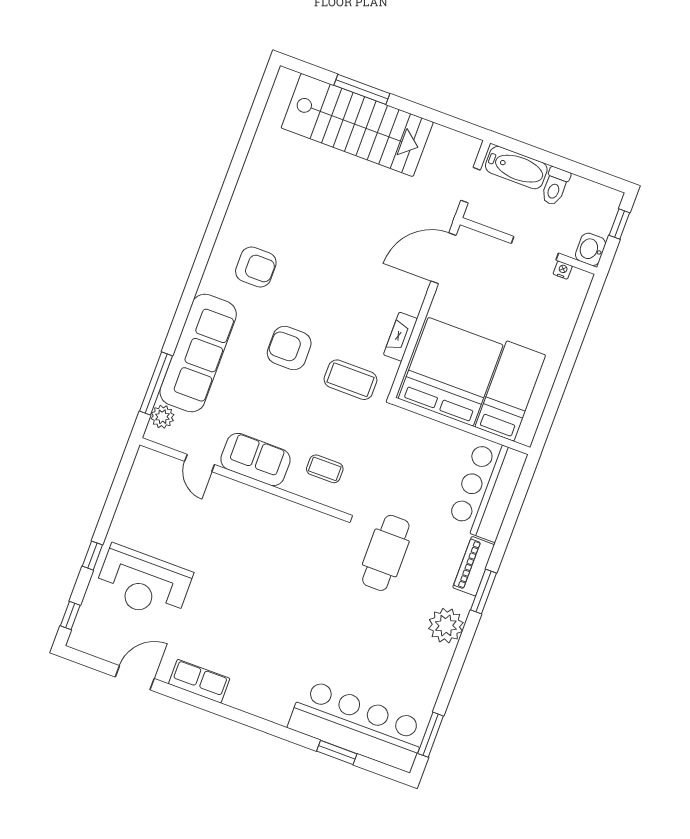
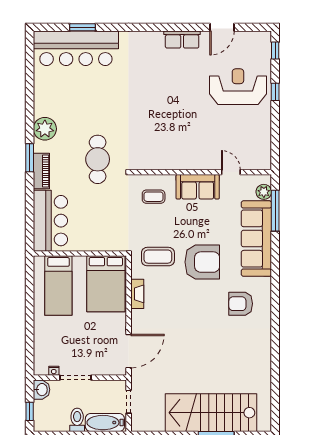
armchair: (289, 348) -> (202, 262), width x1.36, depth x1.36
bed: (451, 372) -> (106, 284), width x0.73
window: (431, 735) -> (30, 59), removed

